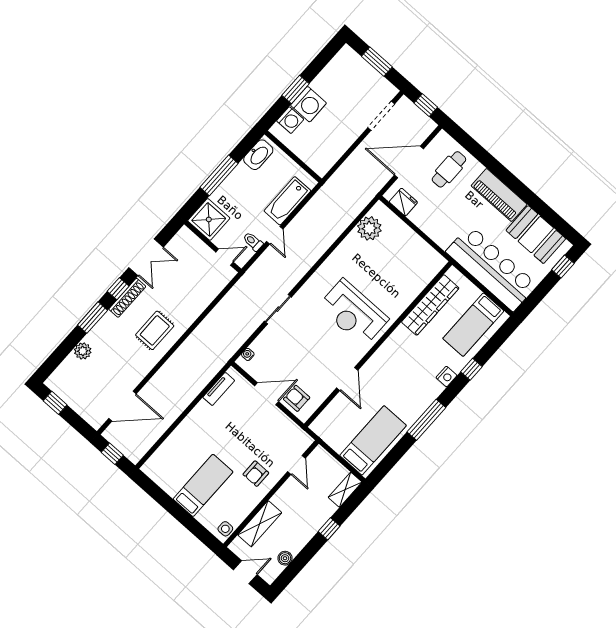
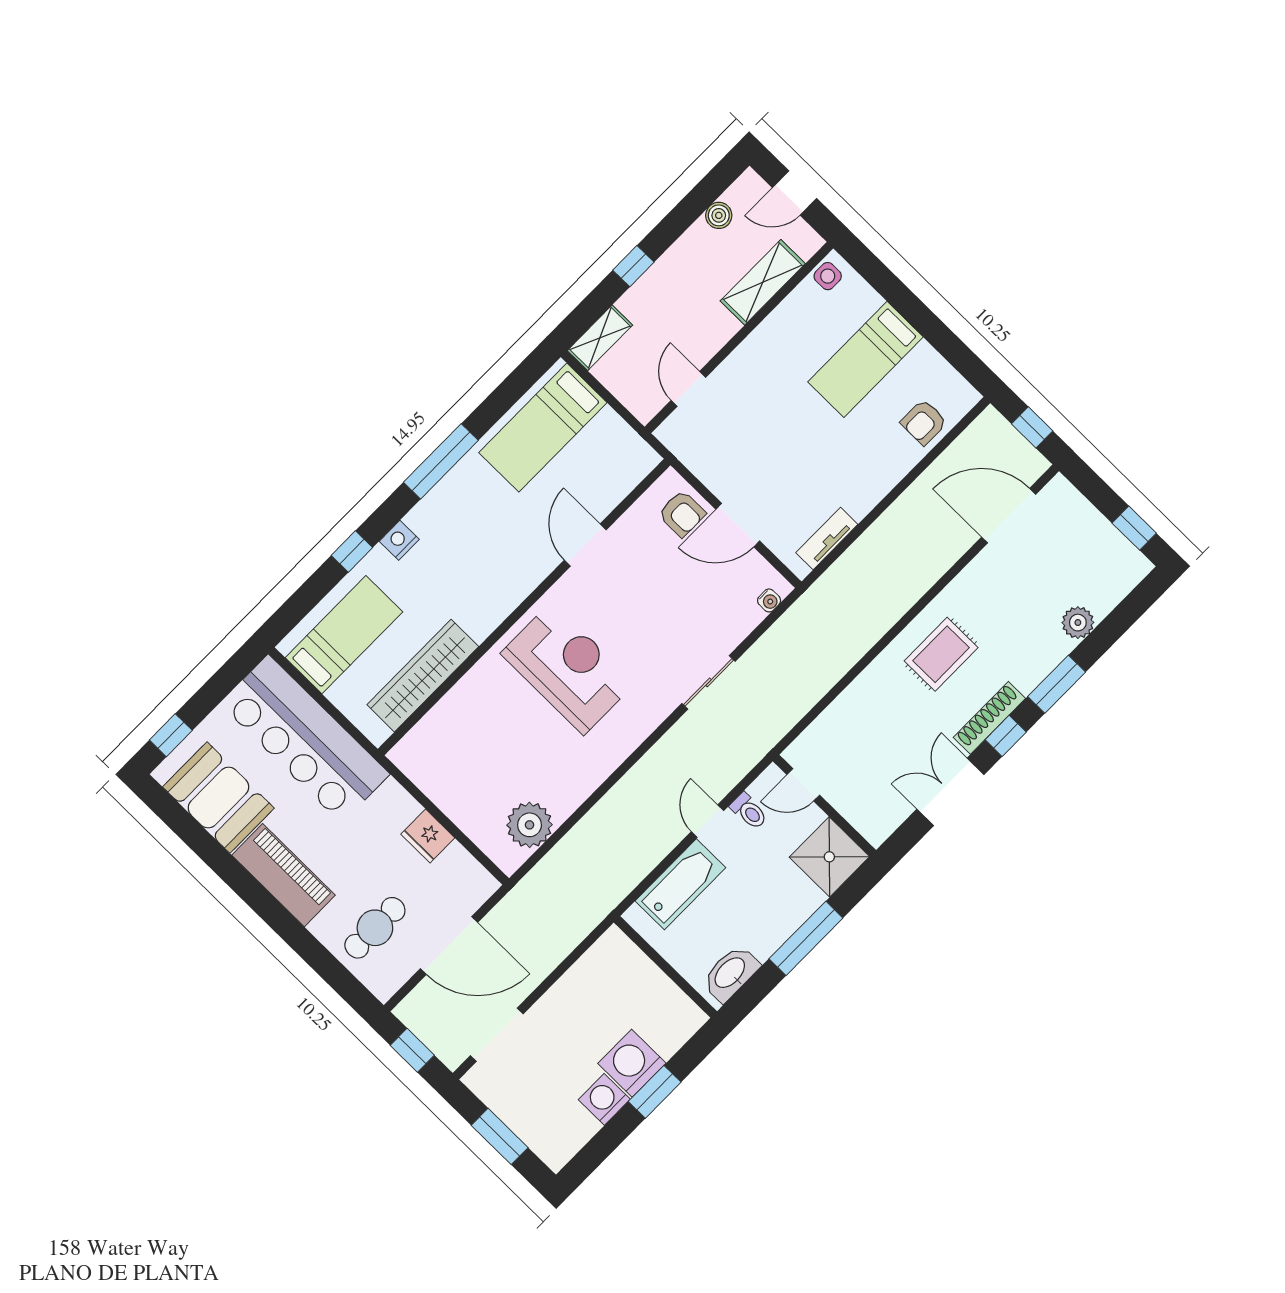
washing machine: (290, 120) -> (604, 1099), moved
fridge: (403, 202) -> (428, 836), moved
armchair: (256, 474) -> (924, 422), moved, turned 180

